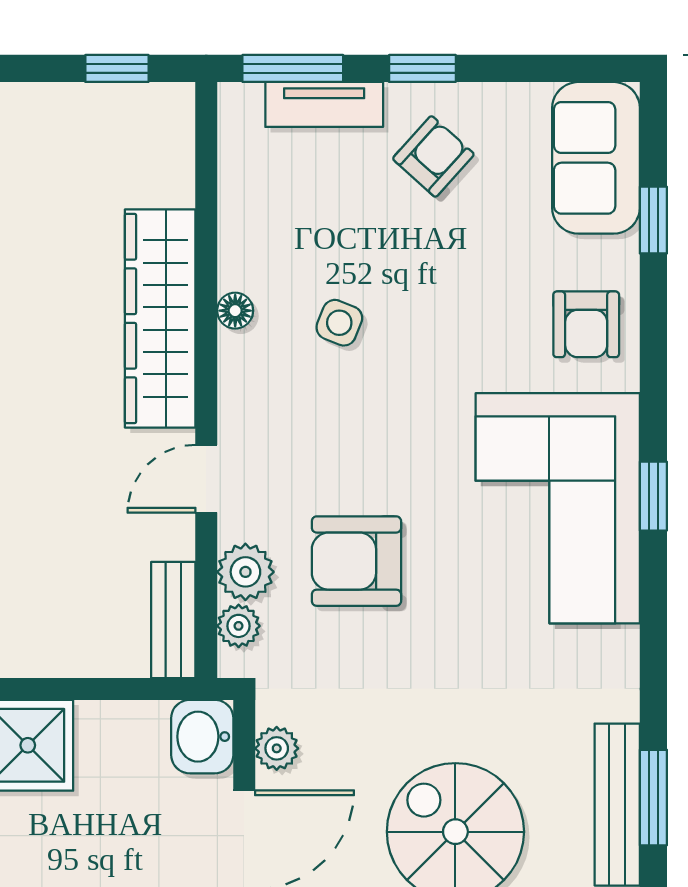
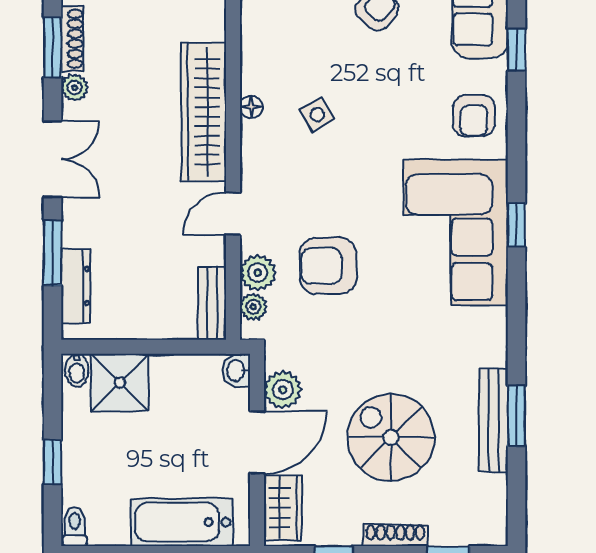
side table: (339, 323) -> (317, 115), turned 37
washbasin: (202, 737) -> (236, 371), width x0.72, depth x0.69
plant: (277, 748) -> (283, 390), width x1.38, depth x1.38

